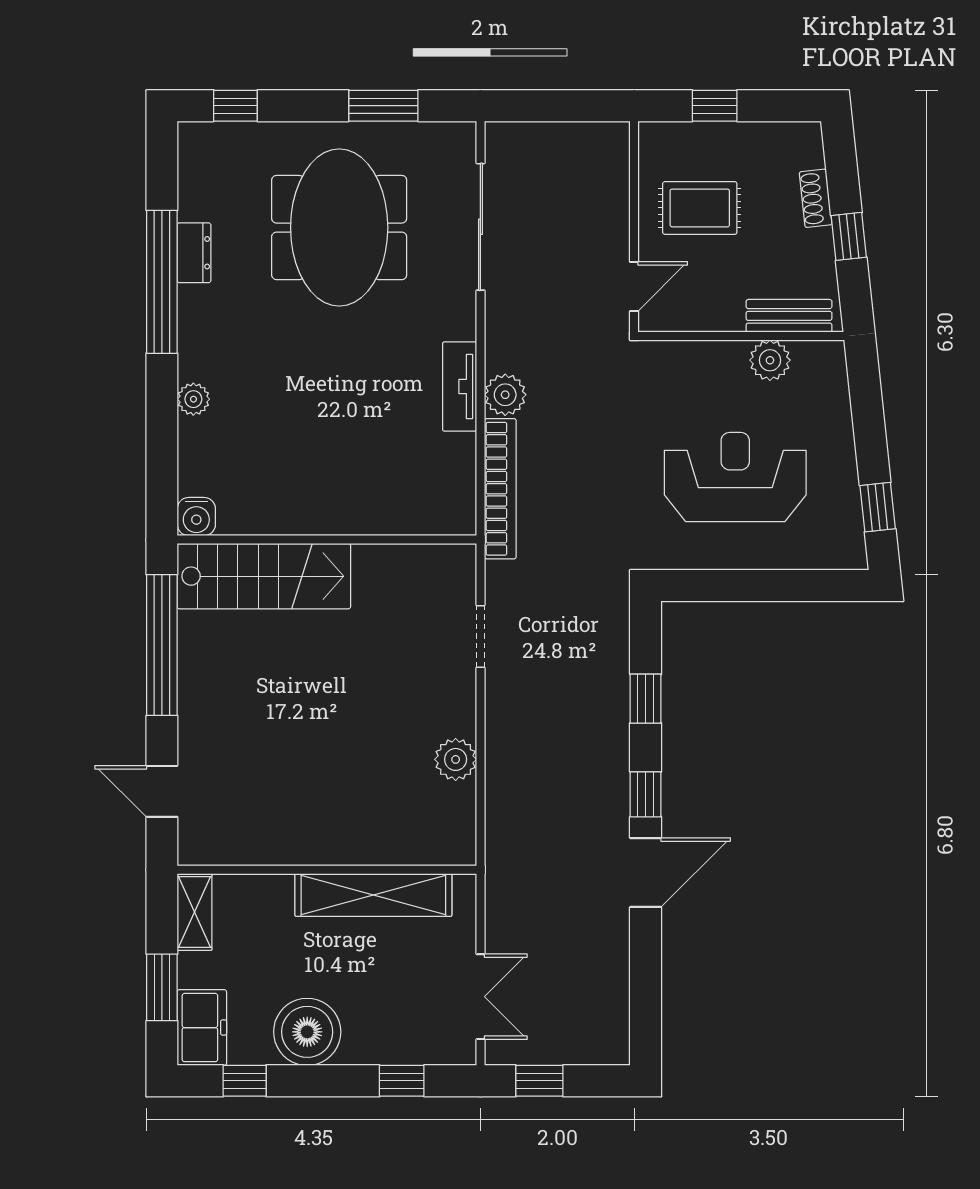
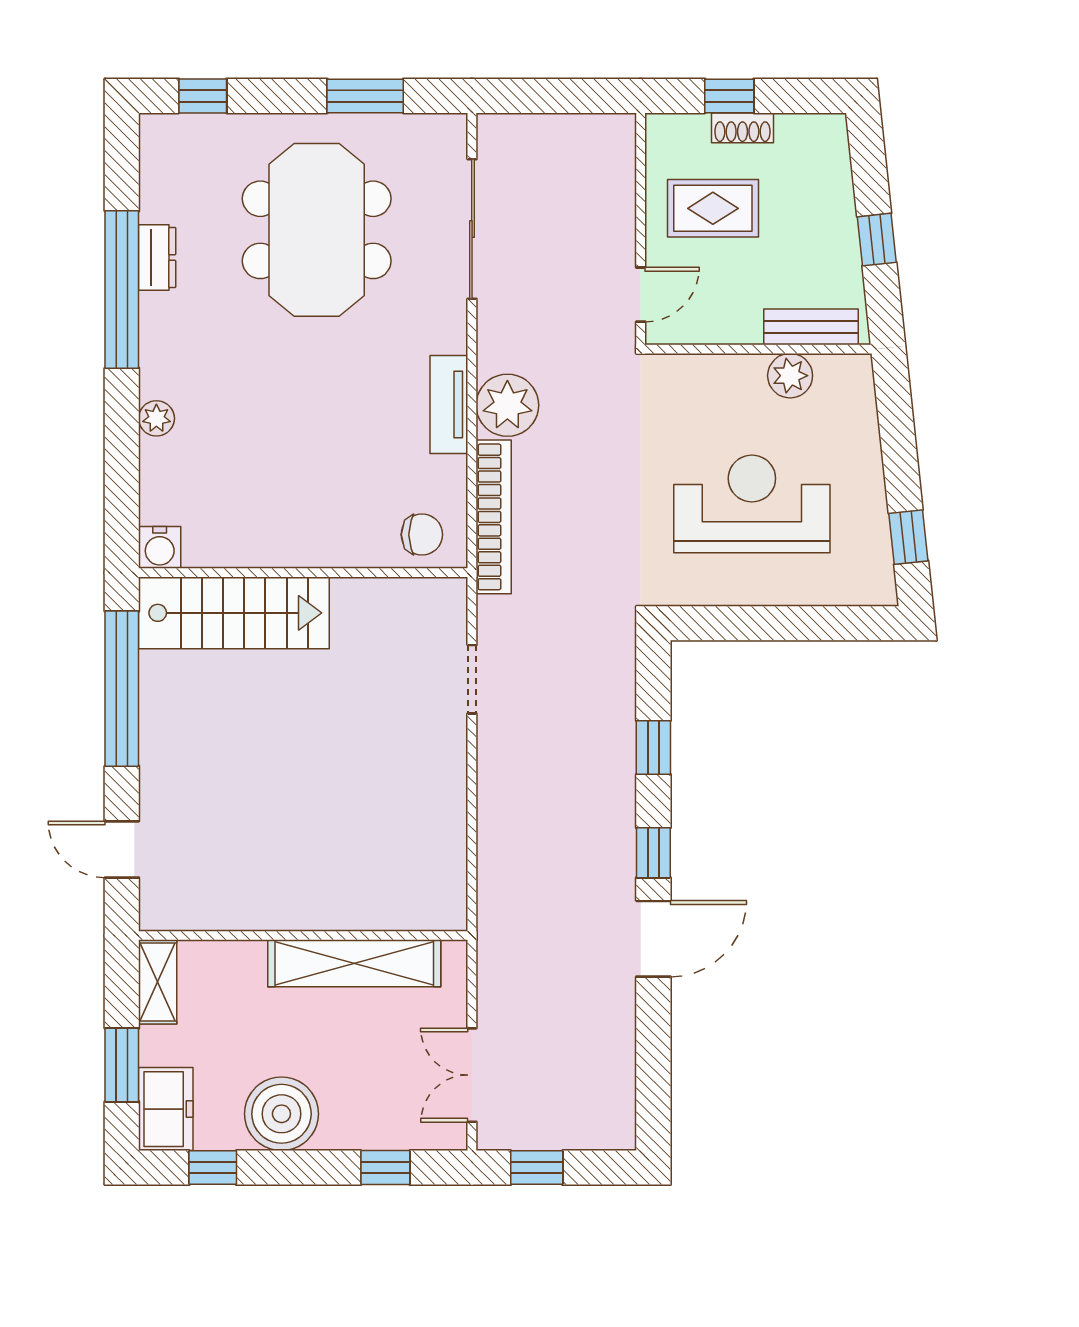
shoe rack: (816, 198) -> (742, 128), moved, turned -84
plant: (505, 395) -> (507, 405), width x1.36, depth x1.36
chair: (435, 505) -> (422, 535), added
plant: (456, 759) -> (445, 814), removed
double door: (480, 997) -> (472, 1075), swing flipped

